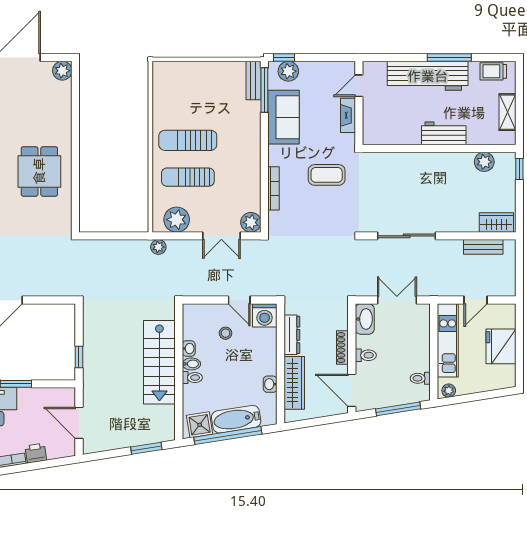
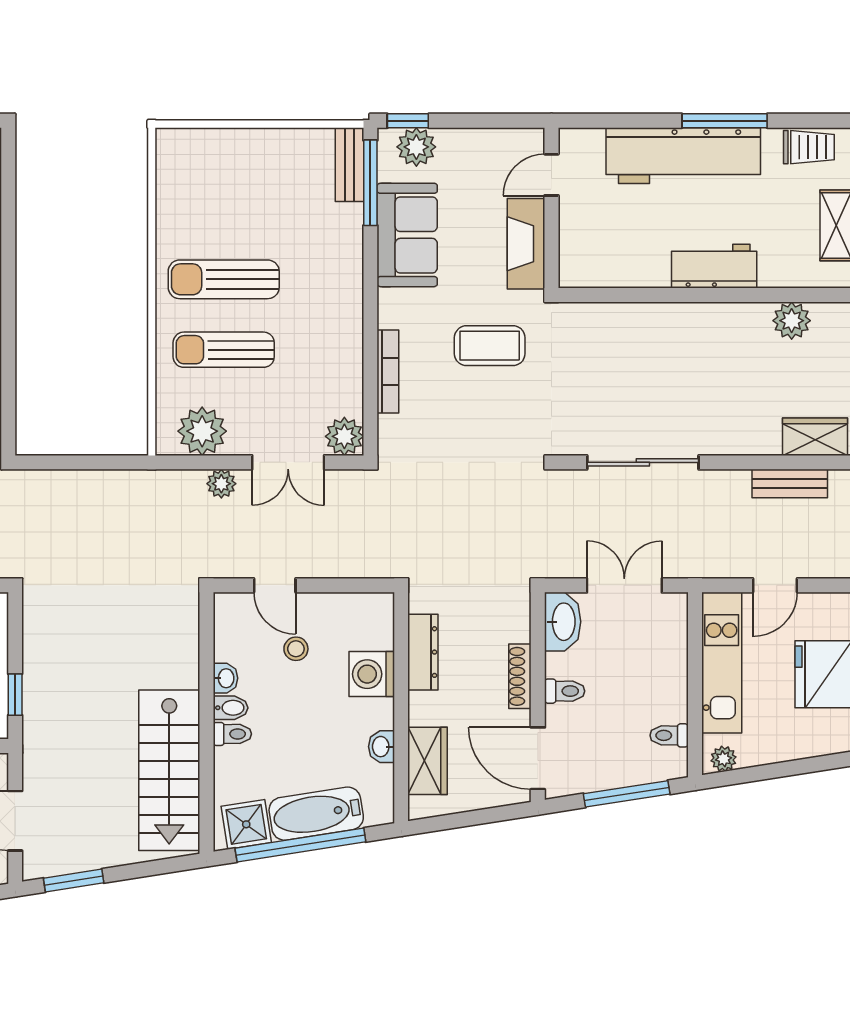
trolley: (493, 71) -> (809, 147), turned 180
fireplace: (348, 115) -> (526, 244), width x1.37, depth x1.32
plant: (158, 247) -> (221, 484), moved
door: (239, 300) -> (275, 585), moved
washing machine: (265, 315) -> (372, 674), moved, turned 90
stairs: (159, 362) -> (169, 770), moved
wardrobe: (294, 383) -> (428, 761), width x0.67
window: (146, 448) -> (74, 881), moved

